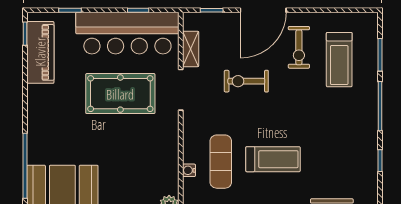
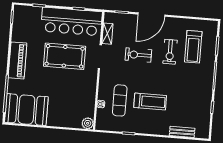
exercise bike: (299, 47) -> (170, 52), moved
piano: (40, 52) -> (17, 60), moved

